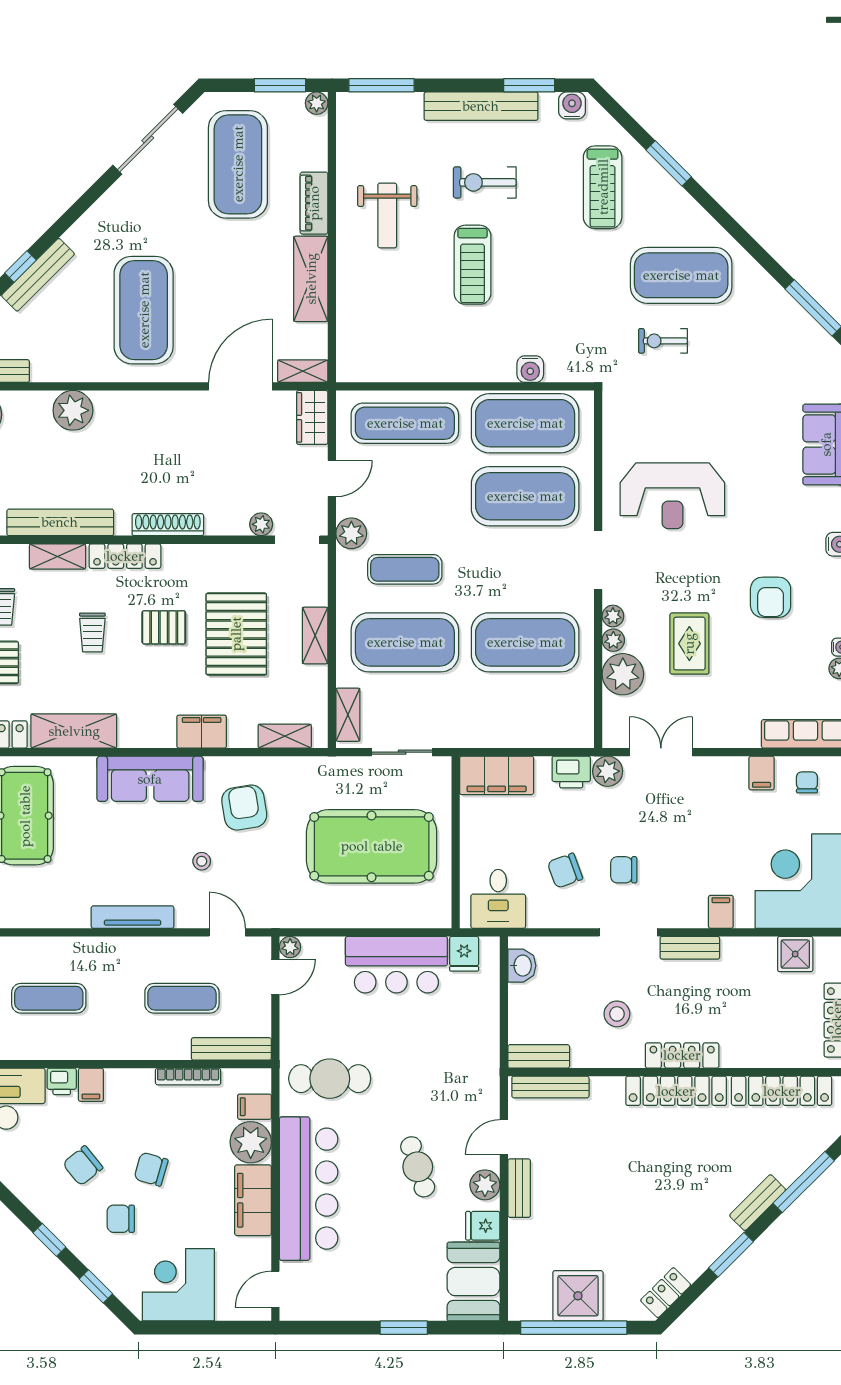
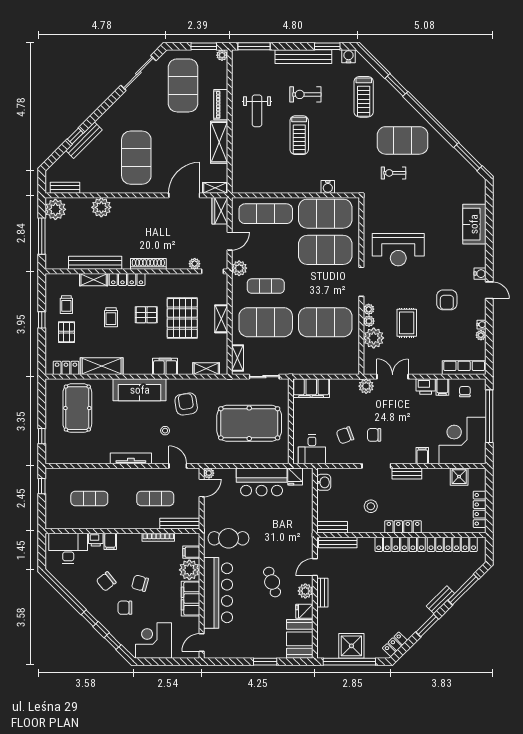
printer: (571, 772) -> (426, 386), moved

